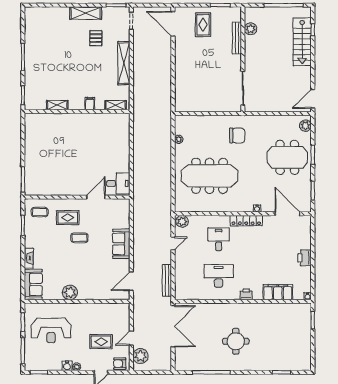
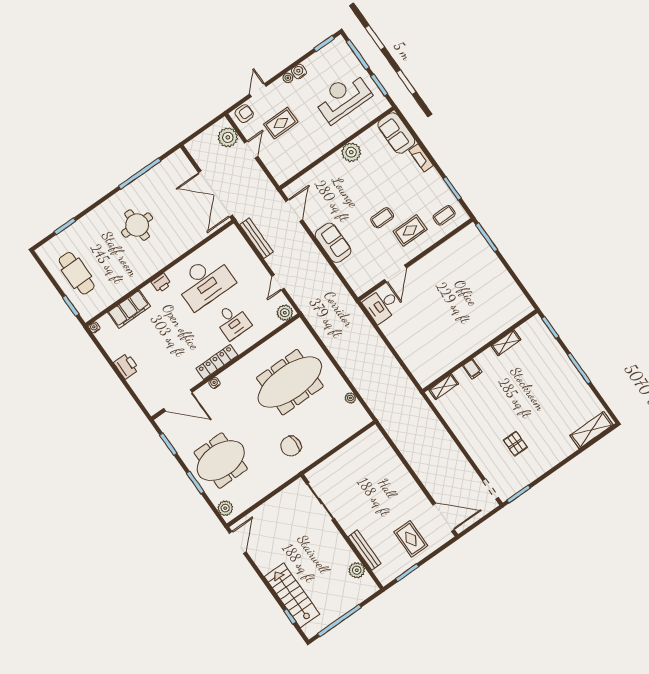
shelving: (86, 13) -> (591, 430), moved
shelving: (124, 63) -> (467, 438), removed
desk: (219, 276) -> (205, 282), width x1.36, depth x1.30
cafe table: (295, 338) -> (76, 273), added

